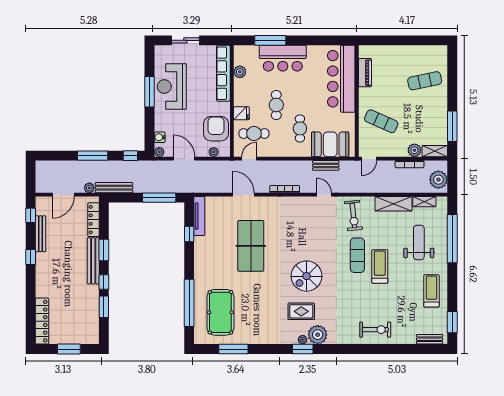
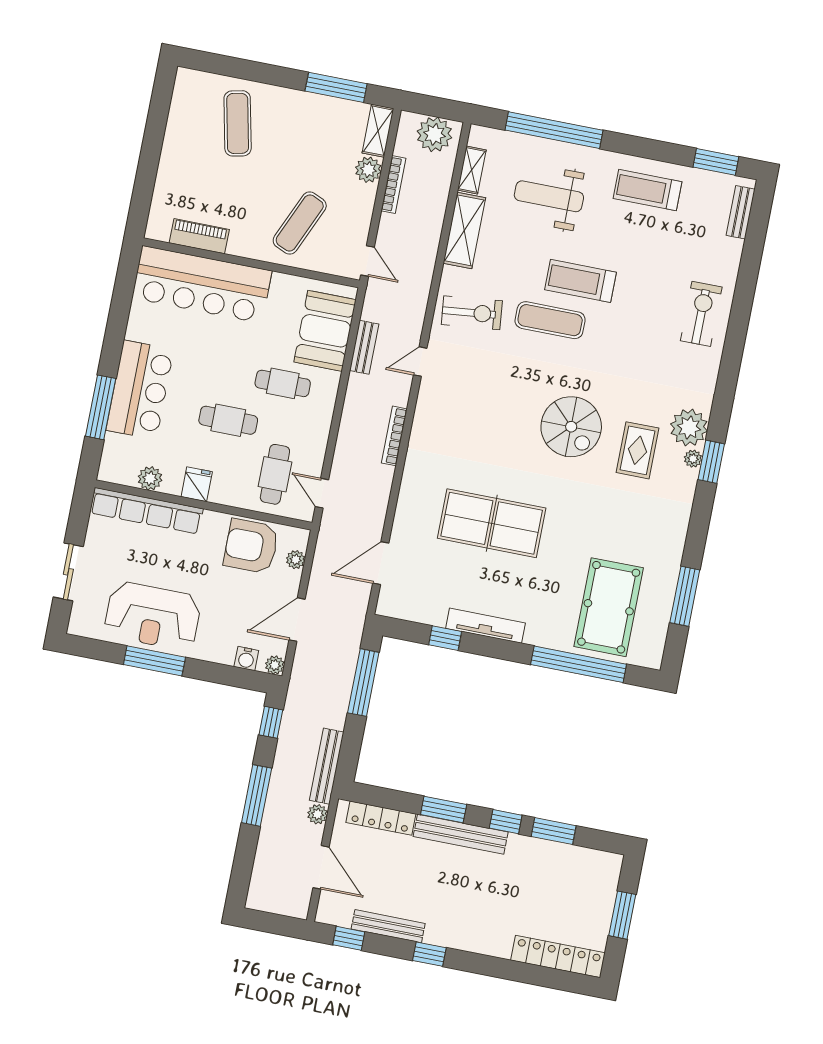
fridge: (241, 113) -> (197, 484), moved
door: (243, 195) -> (381, 563), moved
tv unit: (199, 216) -> (486, 626), moved
pool table: (220, 312) -> (609, 607), turned 90

